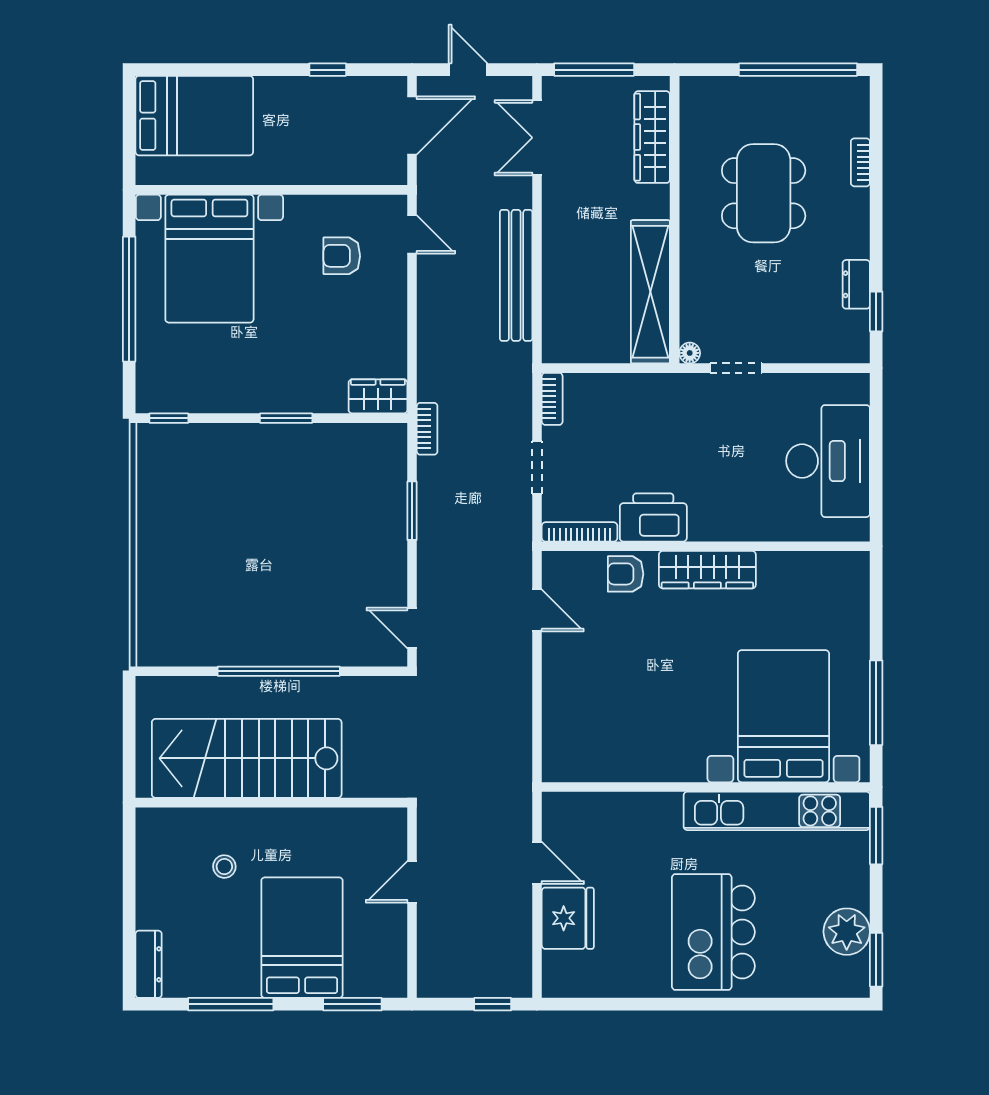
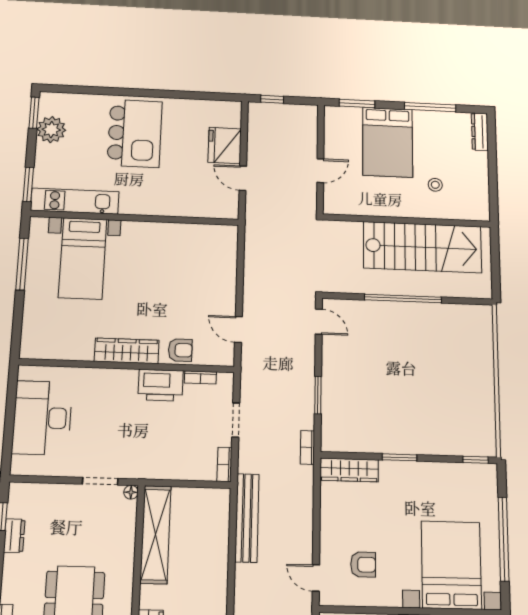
bench: (516, 275) -> (247, 518), moved
wardrobe: (378, 396) -> (349, 470), width x1.50
bookcase: (580, 532) -> (200, 377), width x0.64
bed with nightstands: (783, 716) -> (83, 258), width x0.73
kitchen unit: (777, 811) -> (75, 201), width x0.73

